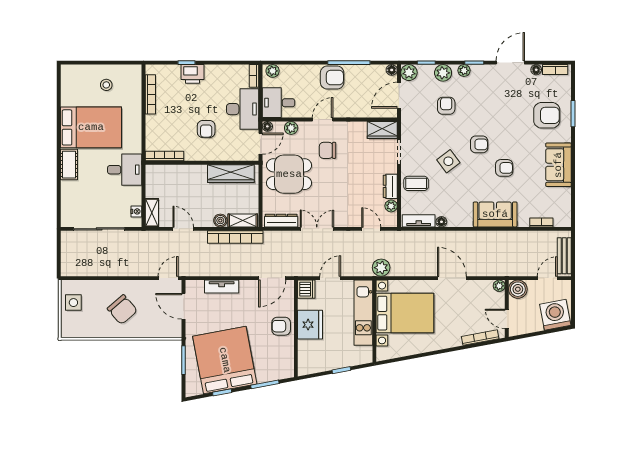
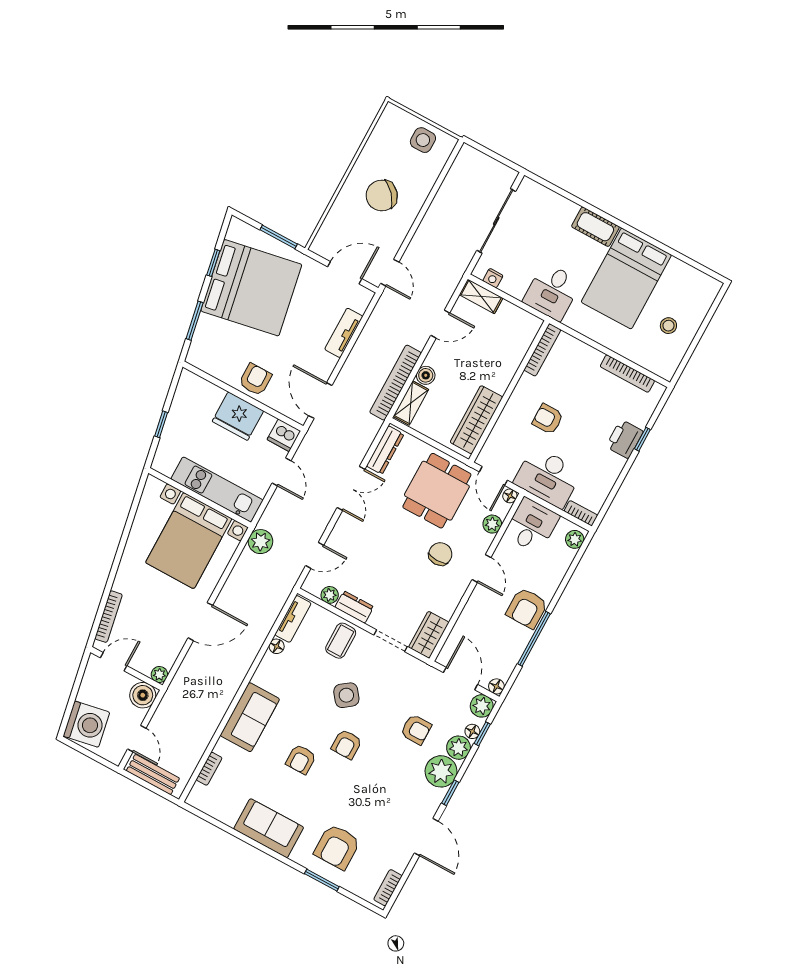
plant: (464, 70) -> (441, 771), width x1.87, depth x1.87
floor lamp: (536, 70) -> (472, 731), moved

